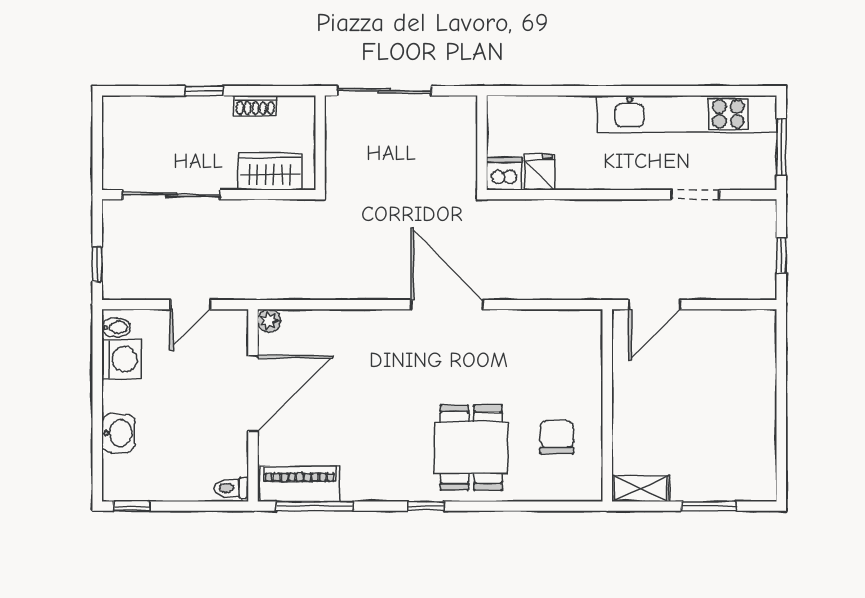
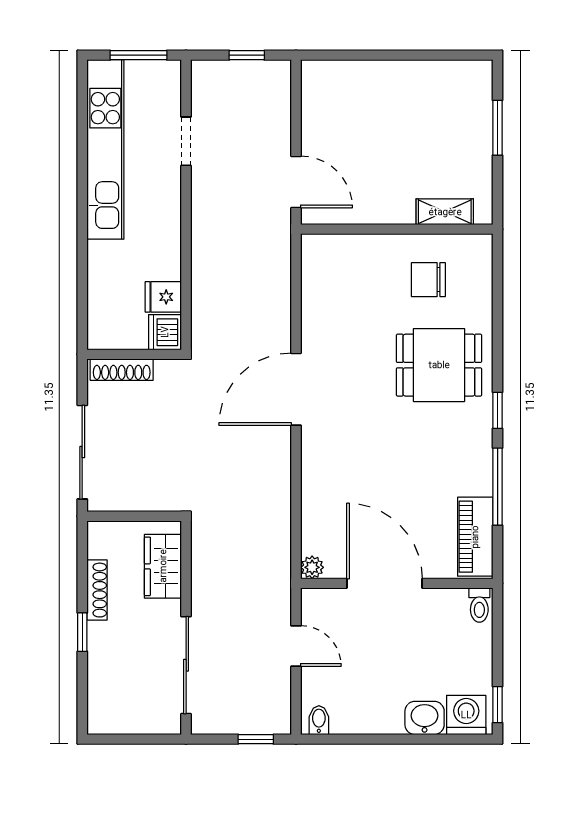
shoe rack: (255, 106) -> (97, 590), width x1.43
shoe rack: (467, 130) -> (122, 370), added
washing machine: (121, 359) -> (466, 715), moved
shelving: (640, 489) -> (445, 212), moved, turned 90
window: (314, 506) -> (498, 487), moved

